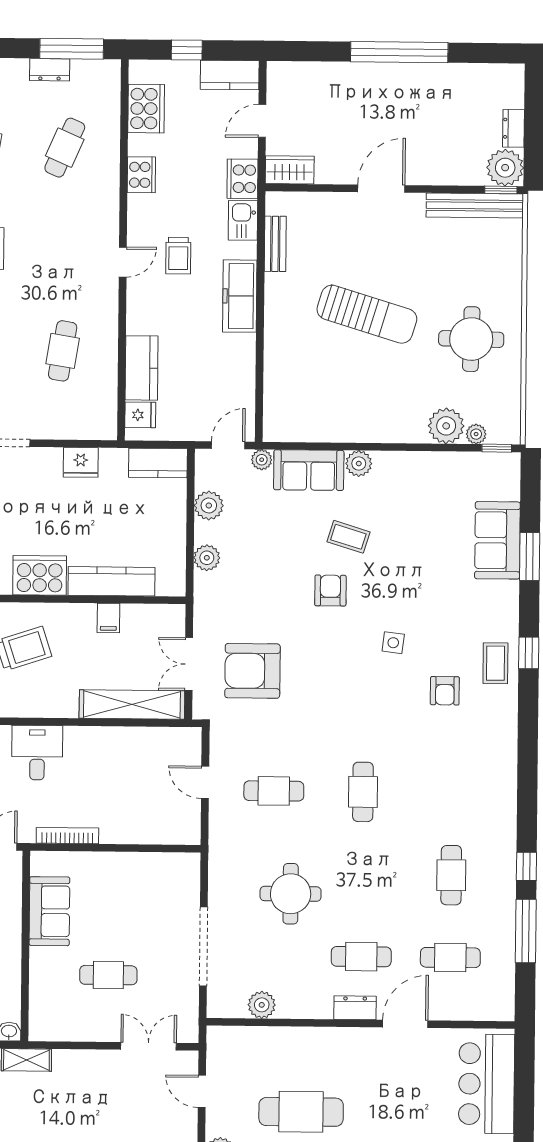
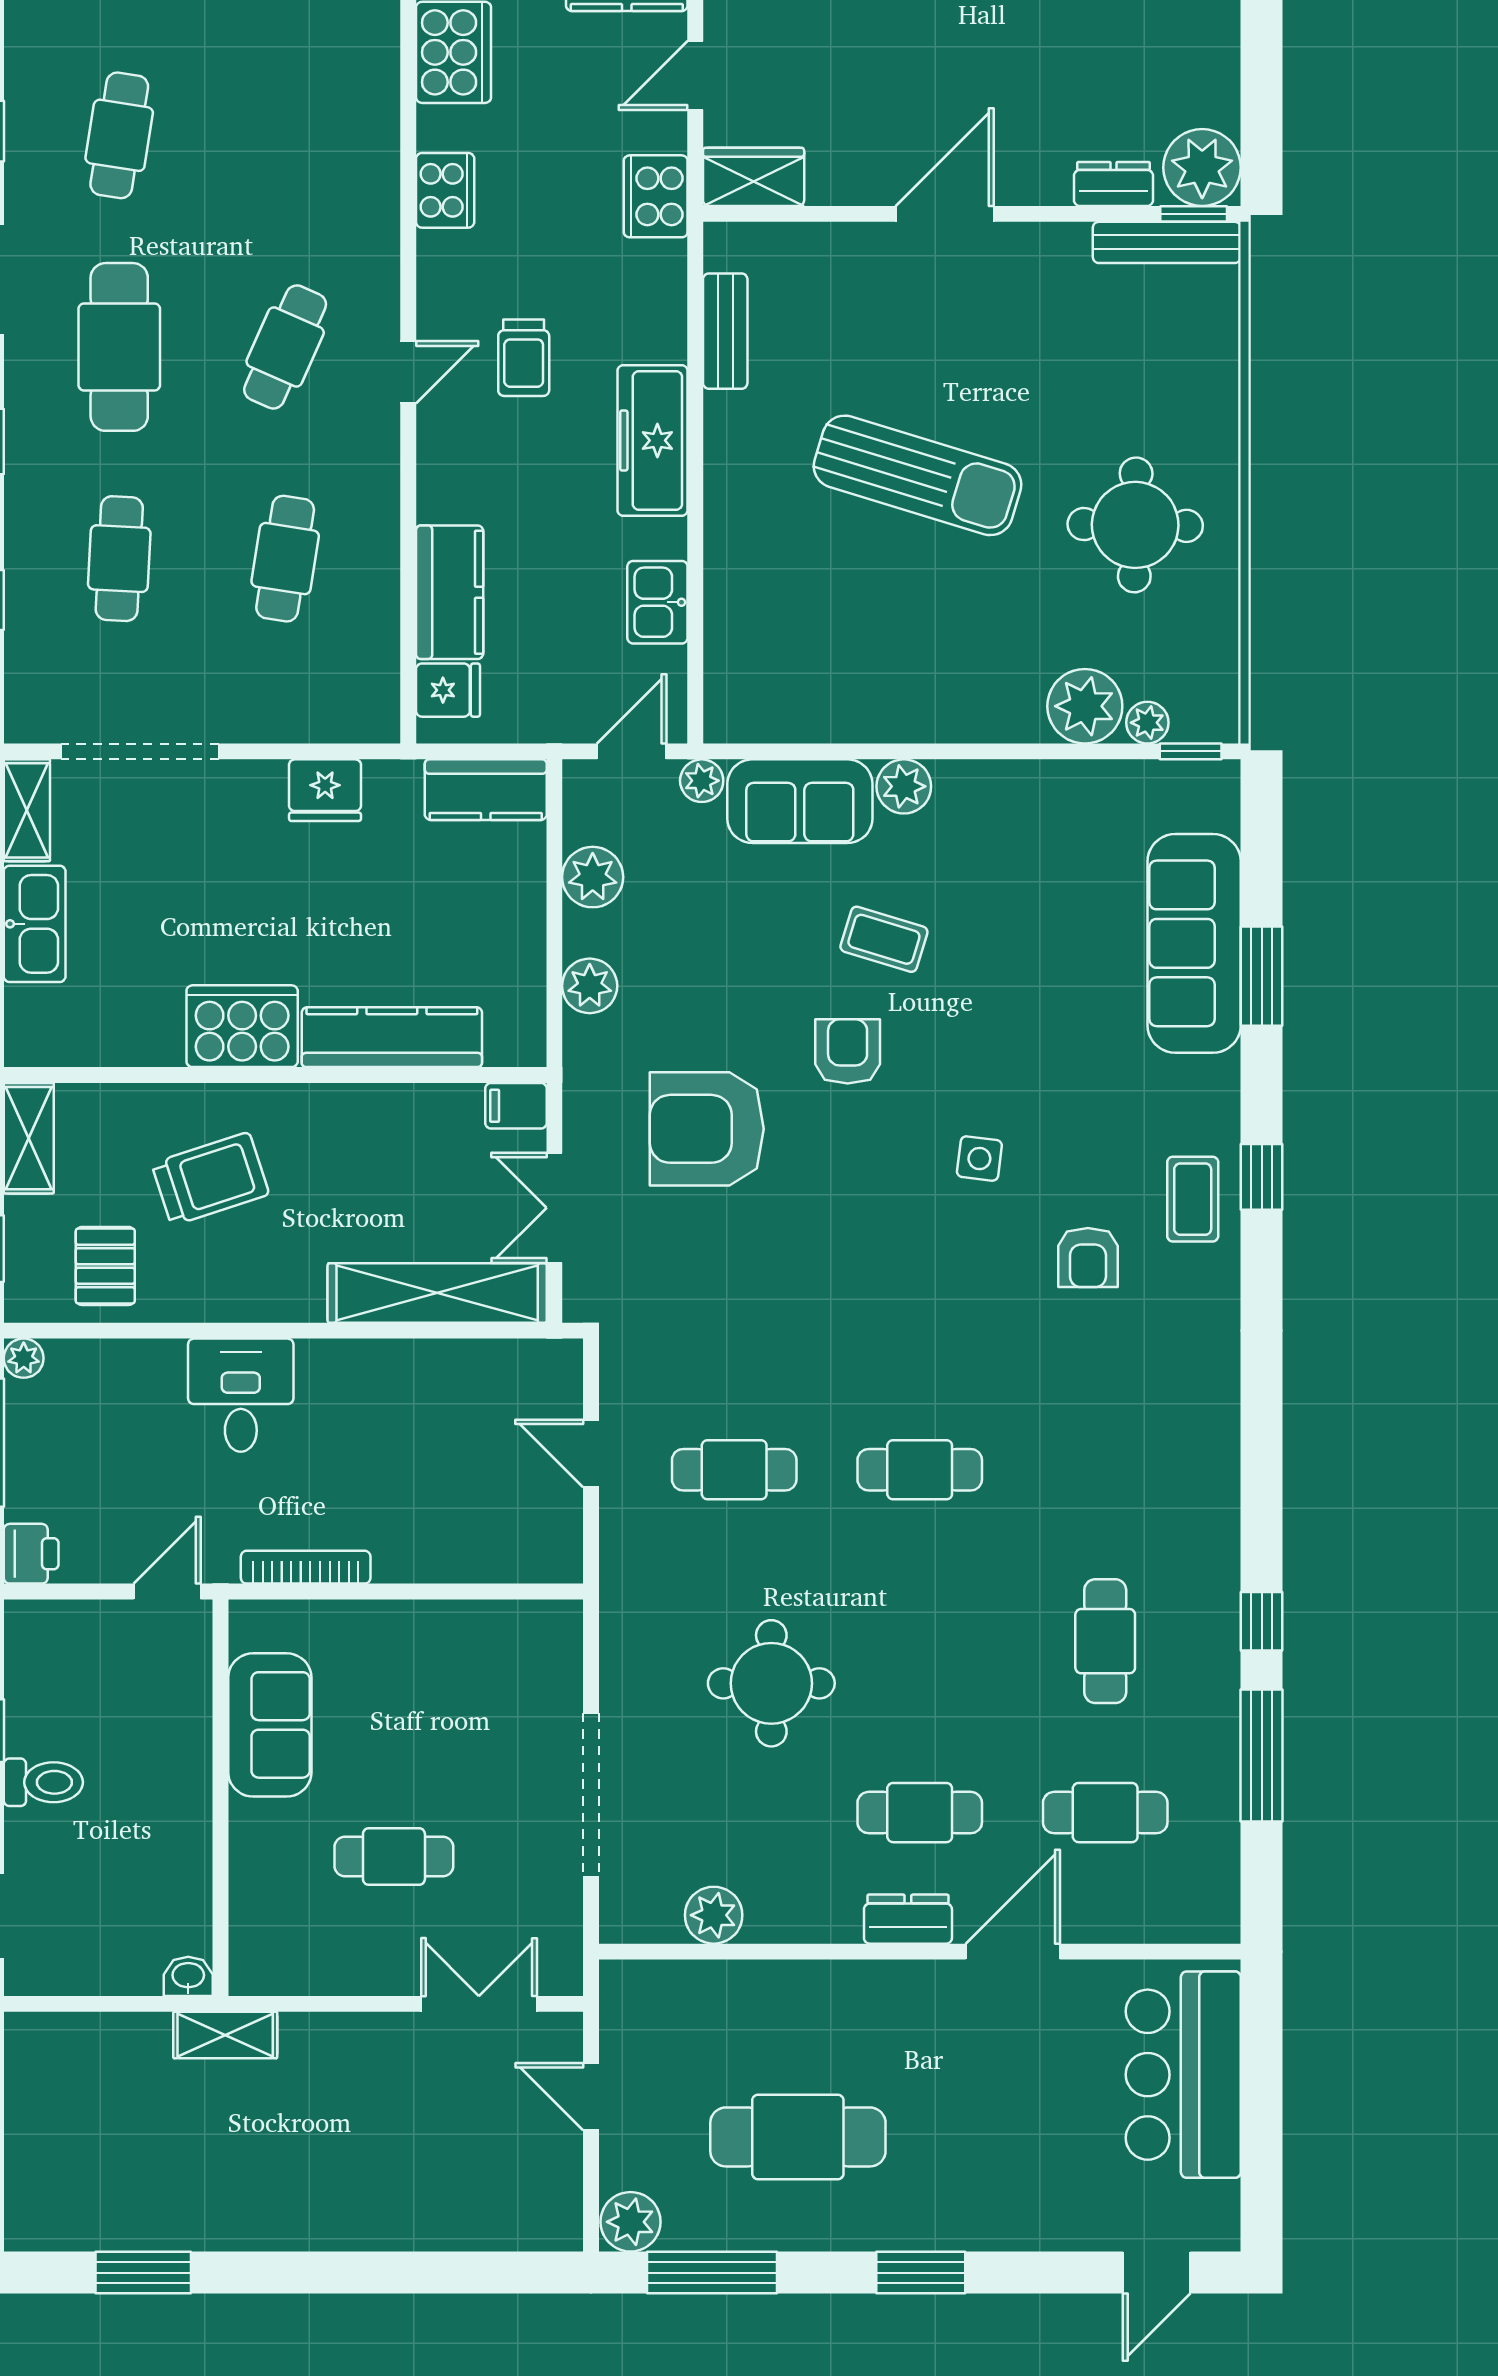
dresser: (513, 128) -> (1113, 184), moved, turned 90
cafe table: (65, 148) -> (285, 347), moved
bench: (475, 205) -> (1167, 242), width x0.73, depth x0.82
kitchen sink: (243, 220) -> (657, 602), moved
sofa: (497, 540) -> (1194, 943), width x1.36
filing cabinet: (108, 618) -> (516, 1106), moved, turned 90
armchair: (252, 671) -> (707, 1129), moved
cafe table: (363, 792) -> (920, 1470), turned 90

